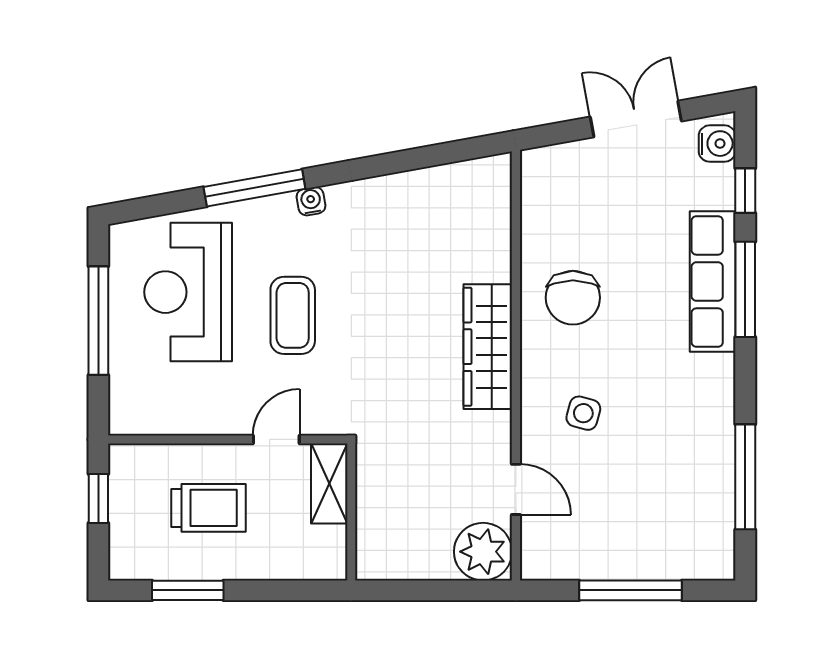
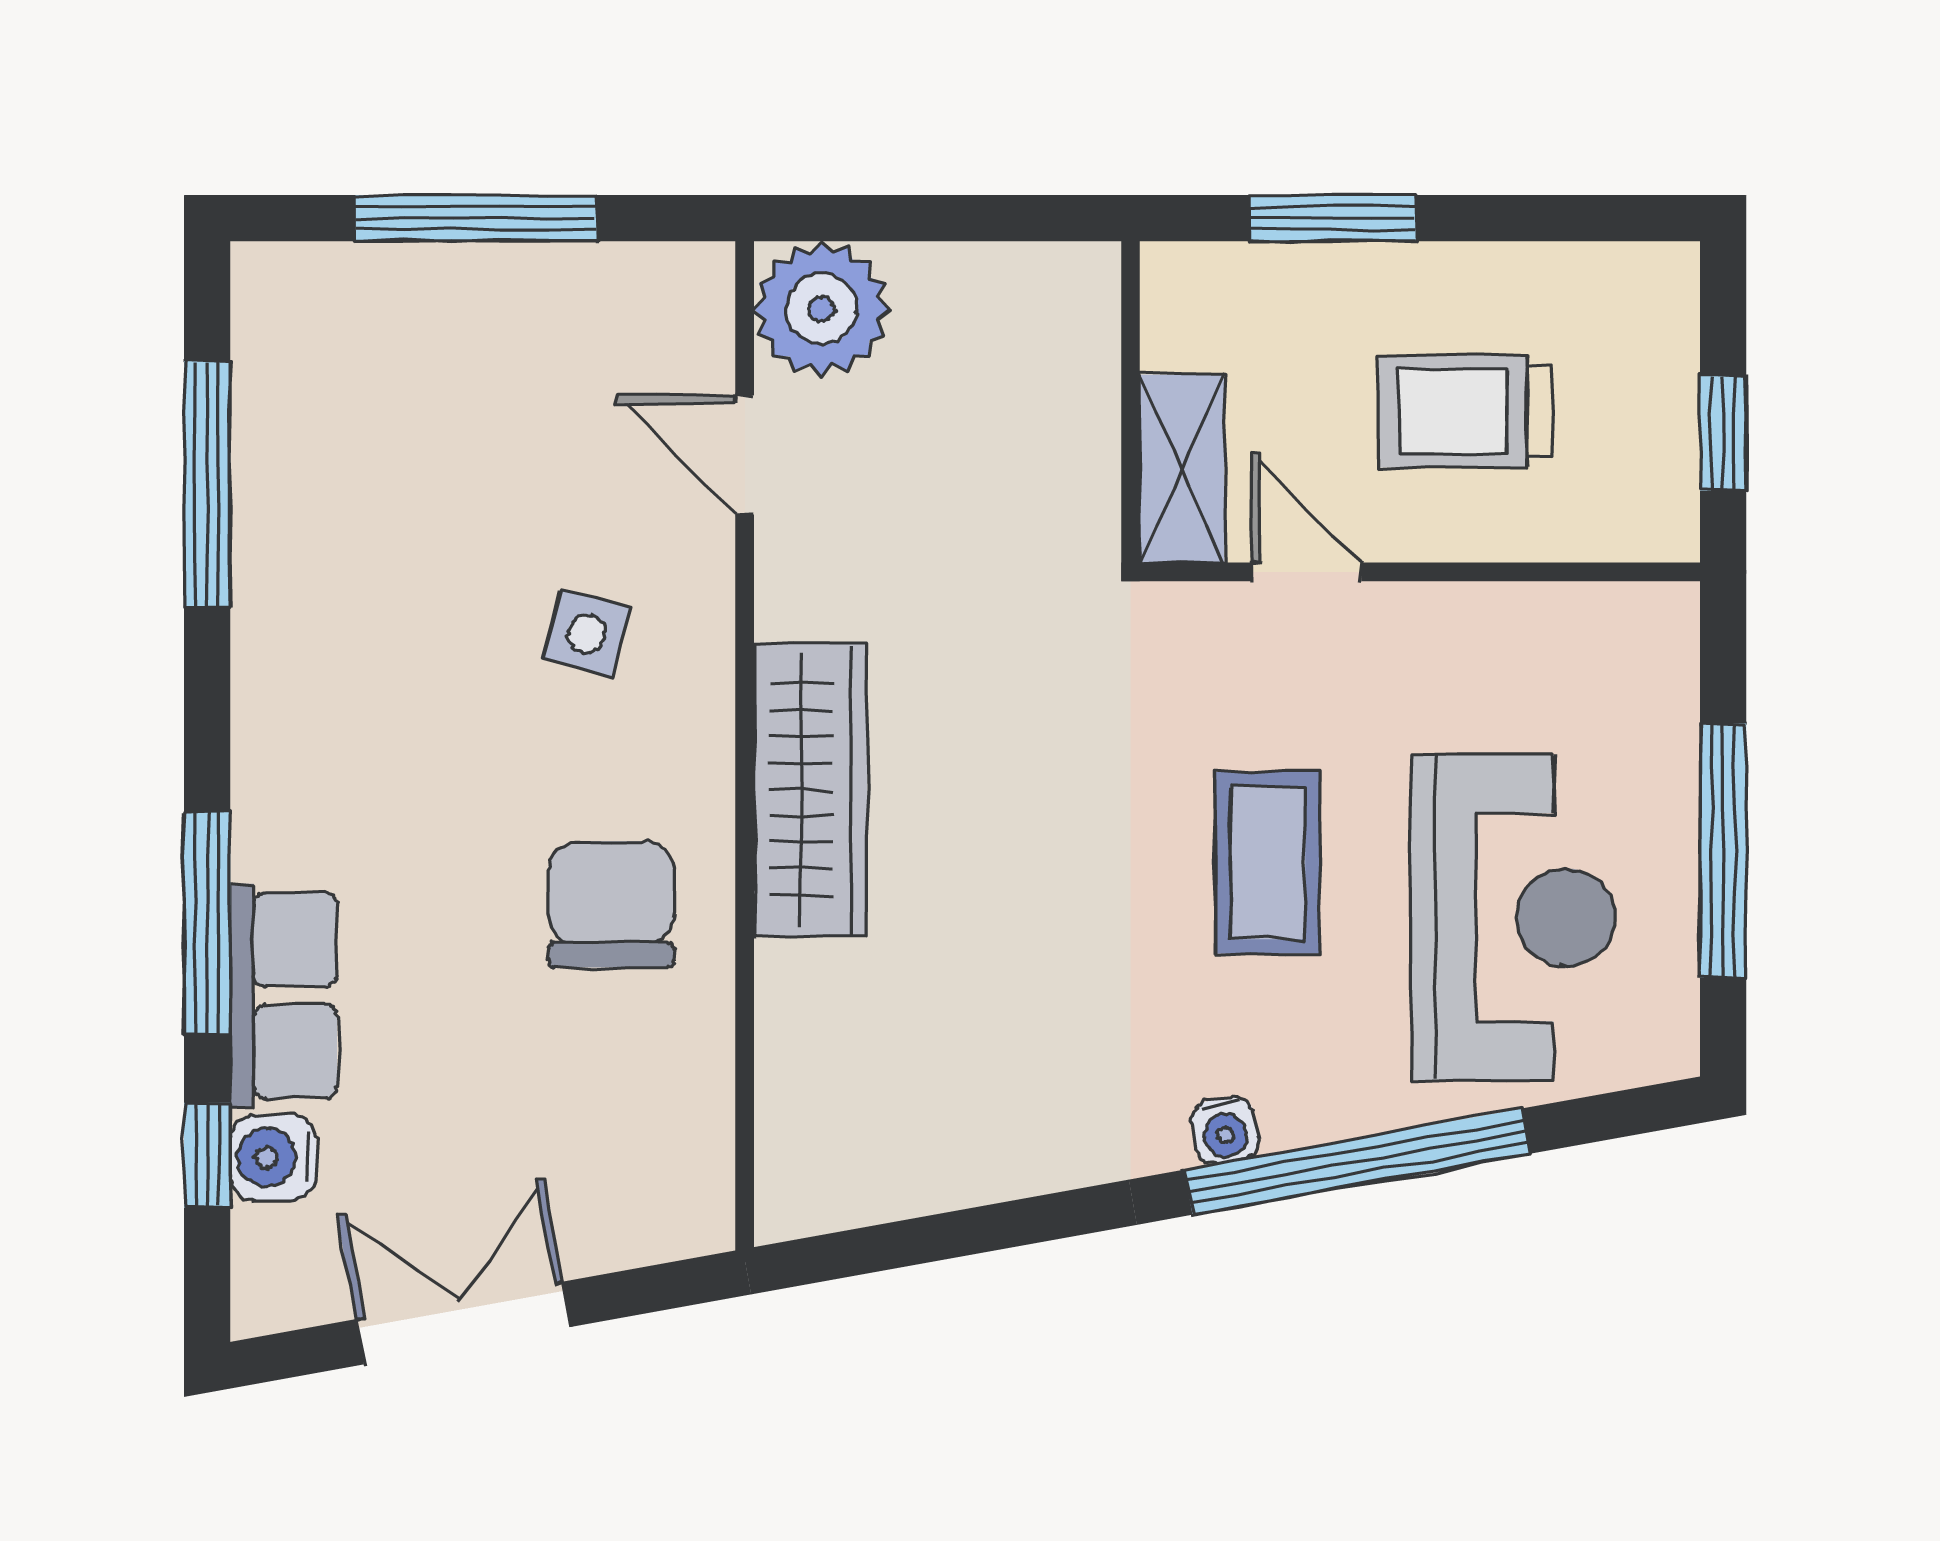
double door: (636, 119) -> (463, 1323), swing flipped
water cooler: (717, 144) -> (273, 1158), moved
window: (254, 188) -> (1357, 1162), width x1.46
row of seats: (713, 281) -> (284, 996), width x0.68
door: (276, 439) -> (1307, 572), swing flipped
window: (188, 590) -> (1332, 218), moved

